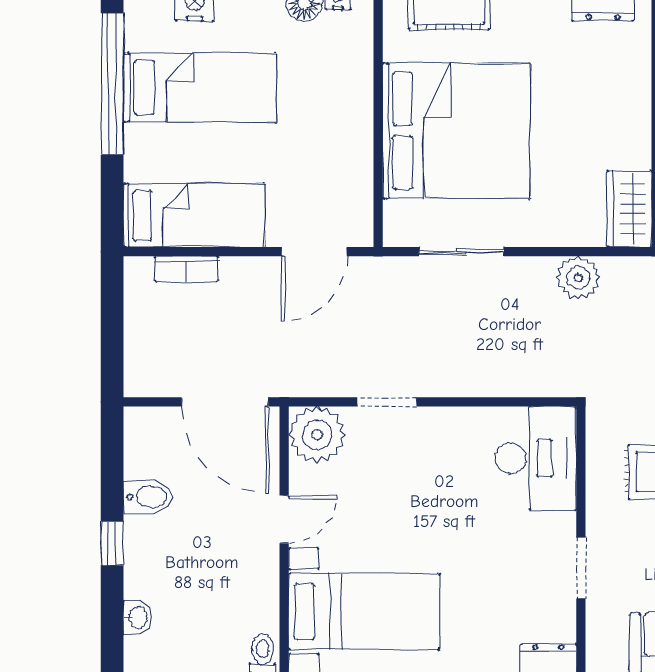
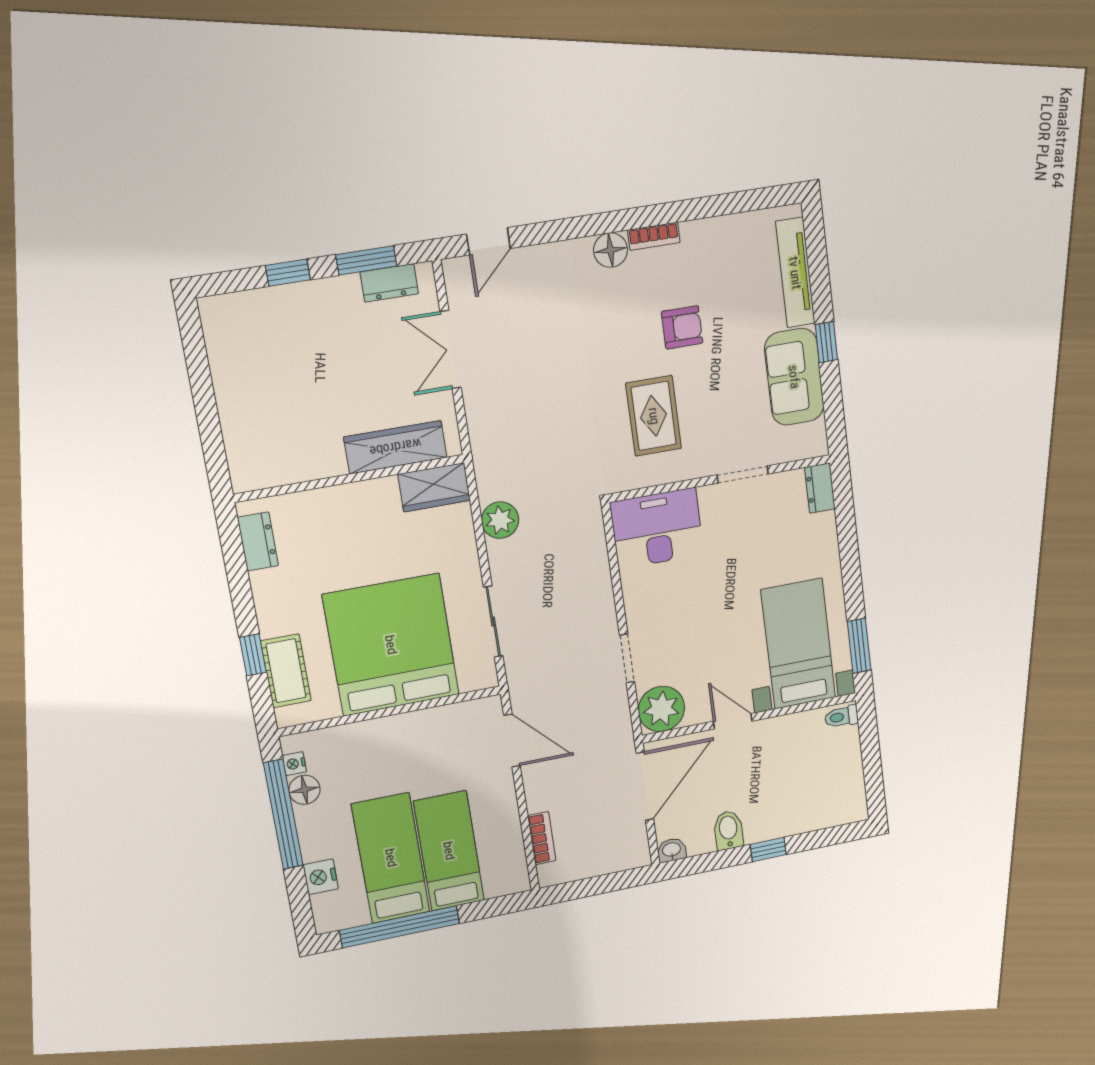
bed: (194, 215) -> (449, 851), moved
washbasin: (137, 618) -> (672, 850), moved

